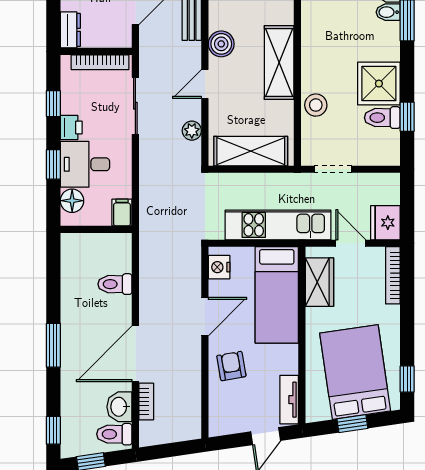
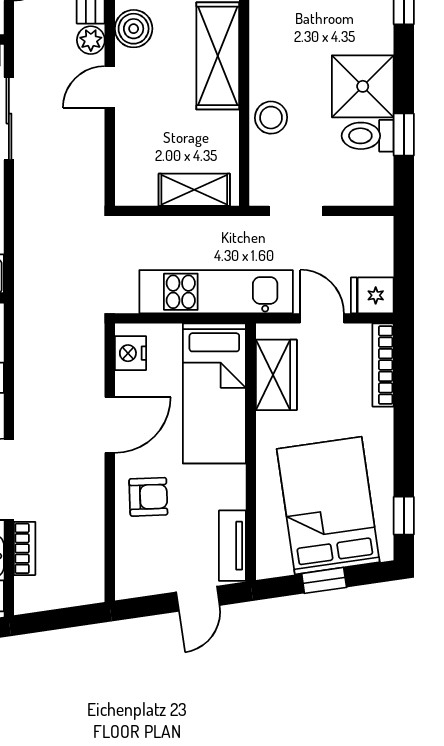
plant: (192, 131) -> (91, 40), moved
shelving: (251, 151) -> (194, 190), width x0.67, depth x0.75
fridge: (385, 223) -> (372, 295), width x0.72
armchair: (231, 366) -> (148, 497), turned 98

